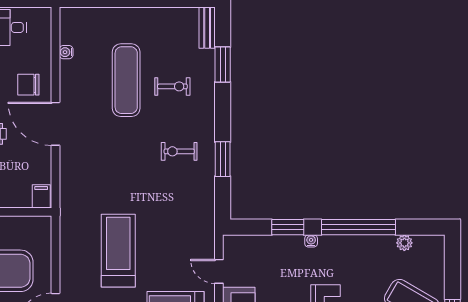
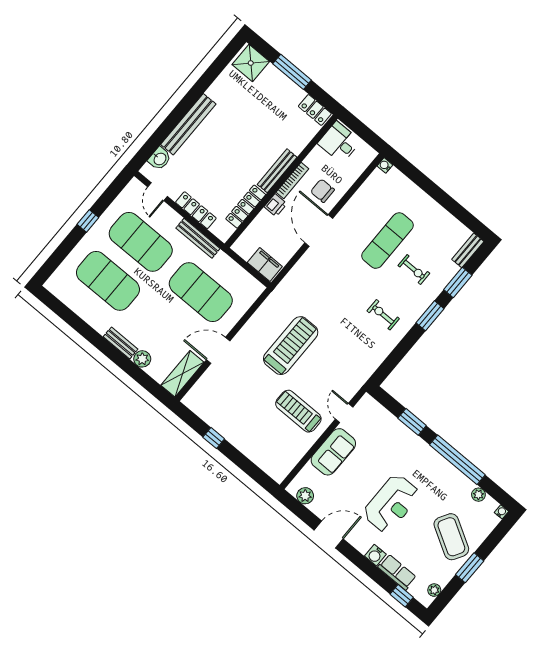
water cooler: (66, 52) -> (385, 165), moved
window: (223, 159) -> (430, 316), moved
filing cabinet: (41, 196) -> (265, 265), width x2.00
water cooler: (311, 241) -> (501, 512), moved

